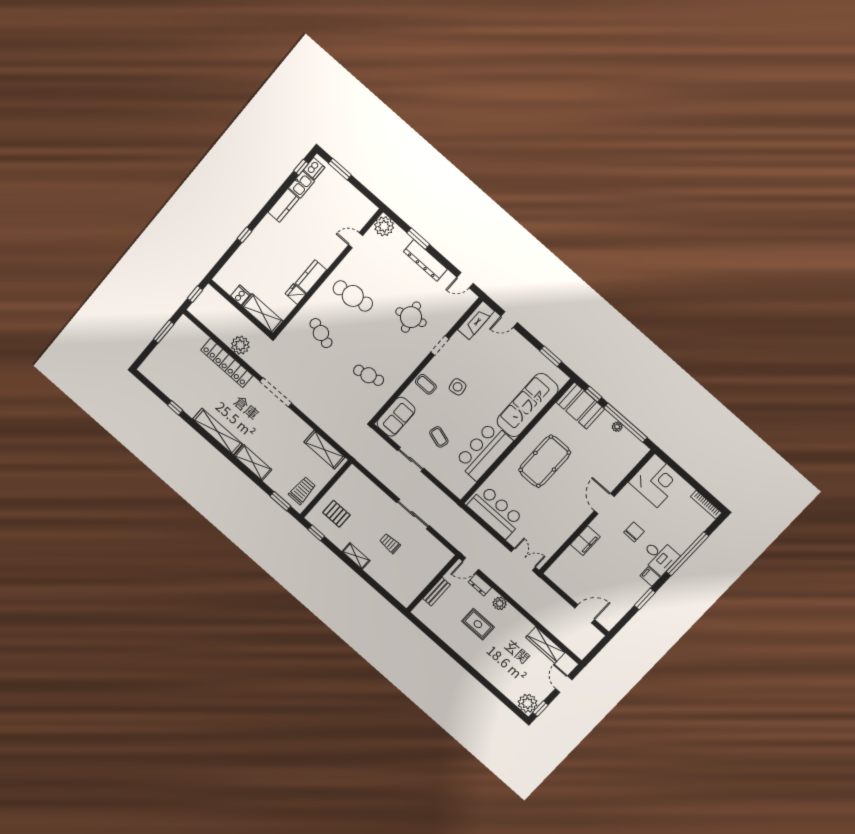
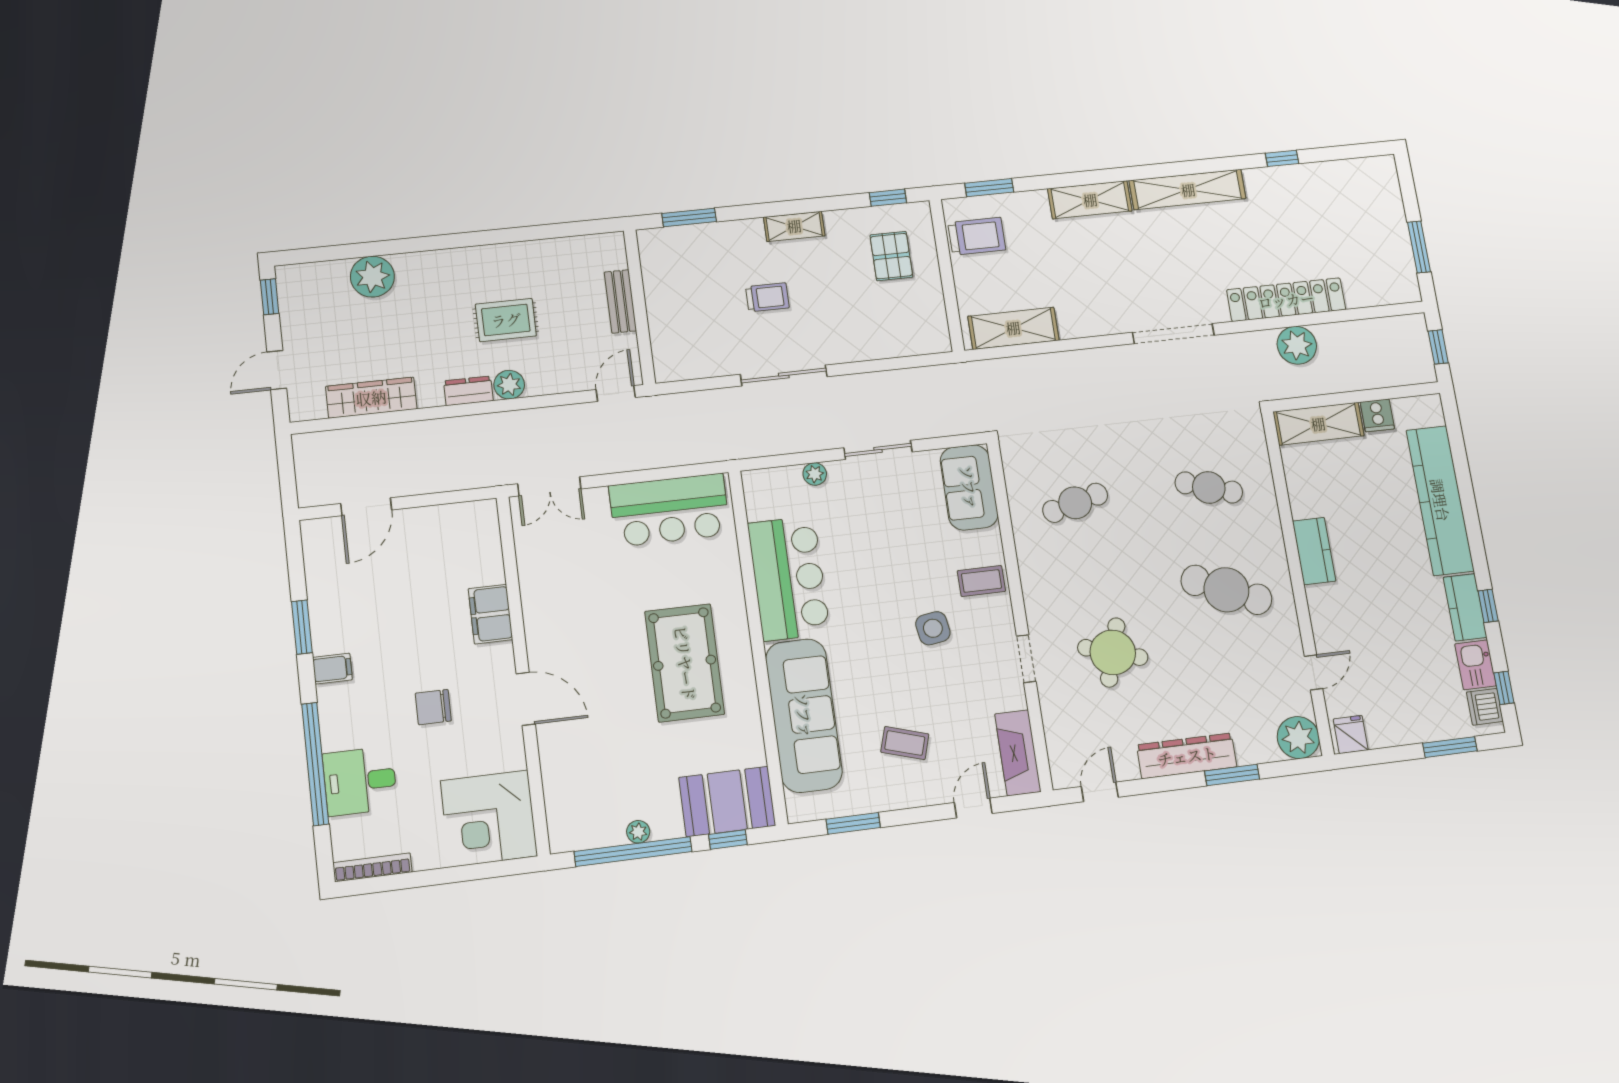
window: (245, 235) -> (1488, 606), moved
kitchen counter: (252, 247) -> (1440, 500), added
fridge: (296, 294) -> (1351, 734), moved, turned -90
cafe table: (353, 296) -> (1226, 590), turned 33
round table: (411, 317) -> (1113, 652), turned 32
coffee table: (439, 437) -> (905, 743), moved
plant: (439, 474) -> (815, 474), added
trolley: (302, 490) -> (977, 236), turned -90
pallet: (336, 514) -> (891, 256), turned 90
chair: (634, 532) -> (433, 707), turned 90
desk: (659, 556) -> (360, 781), moved
dresser: (480, 585) -> (468, 391), moved
window: (385, 594) -> (689, 217), added
door: (564, 684) -> (277, 370), swing flipped
plant: (528, 703) -> (372, 277), moved

